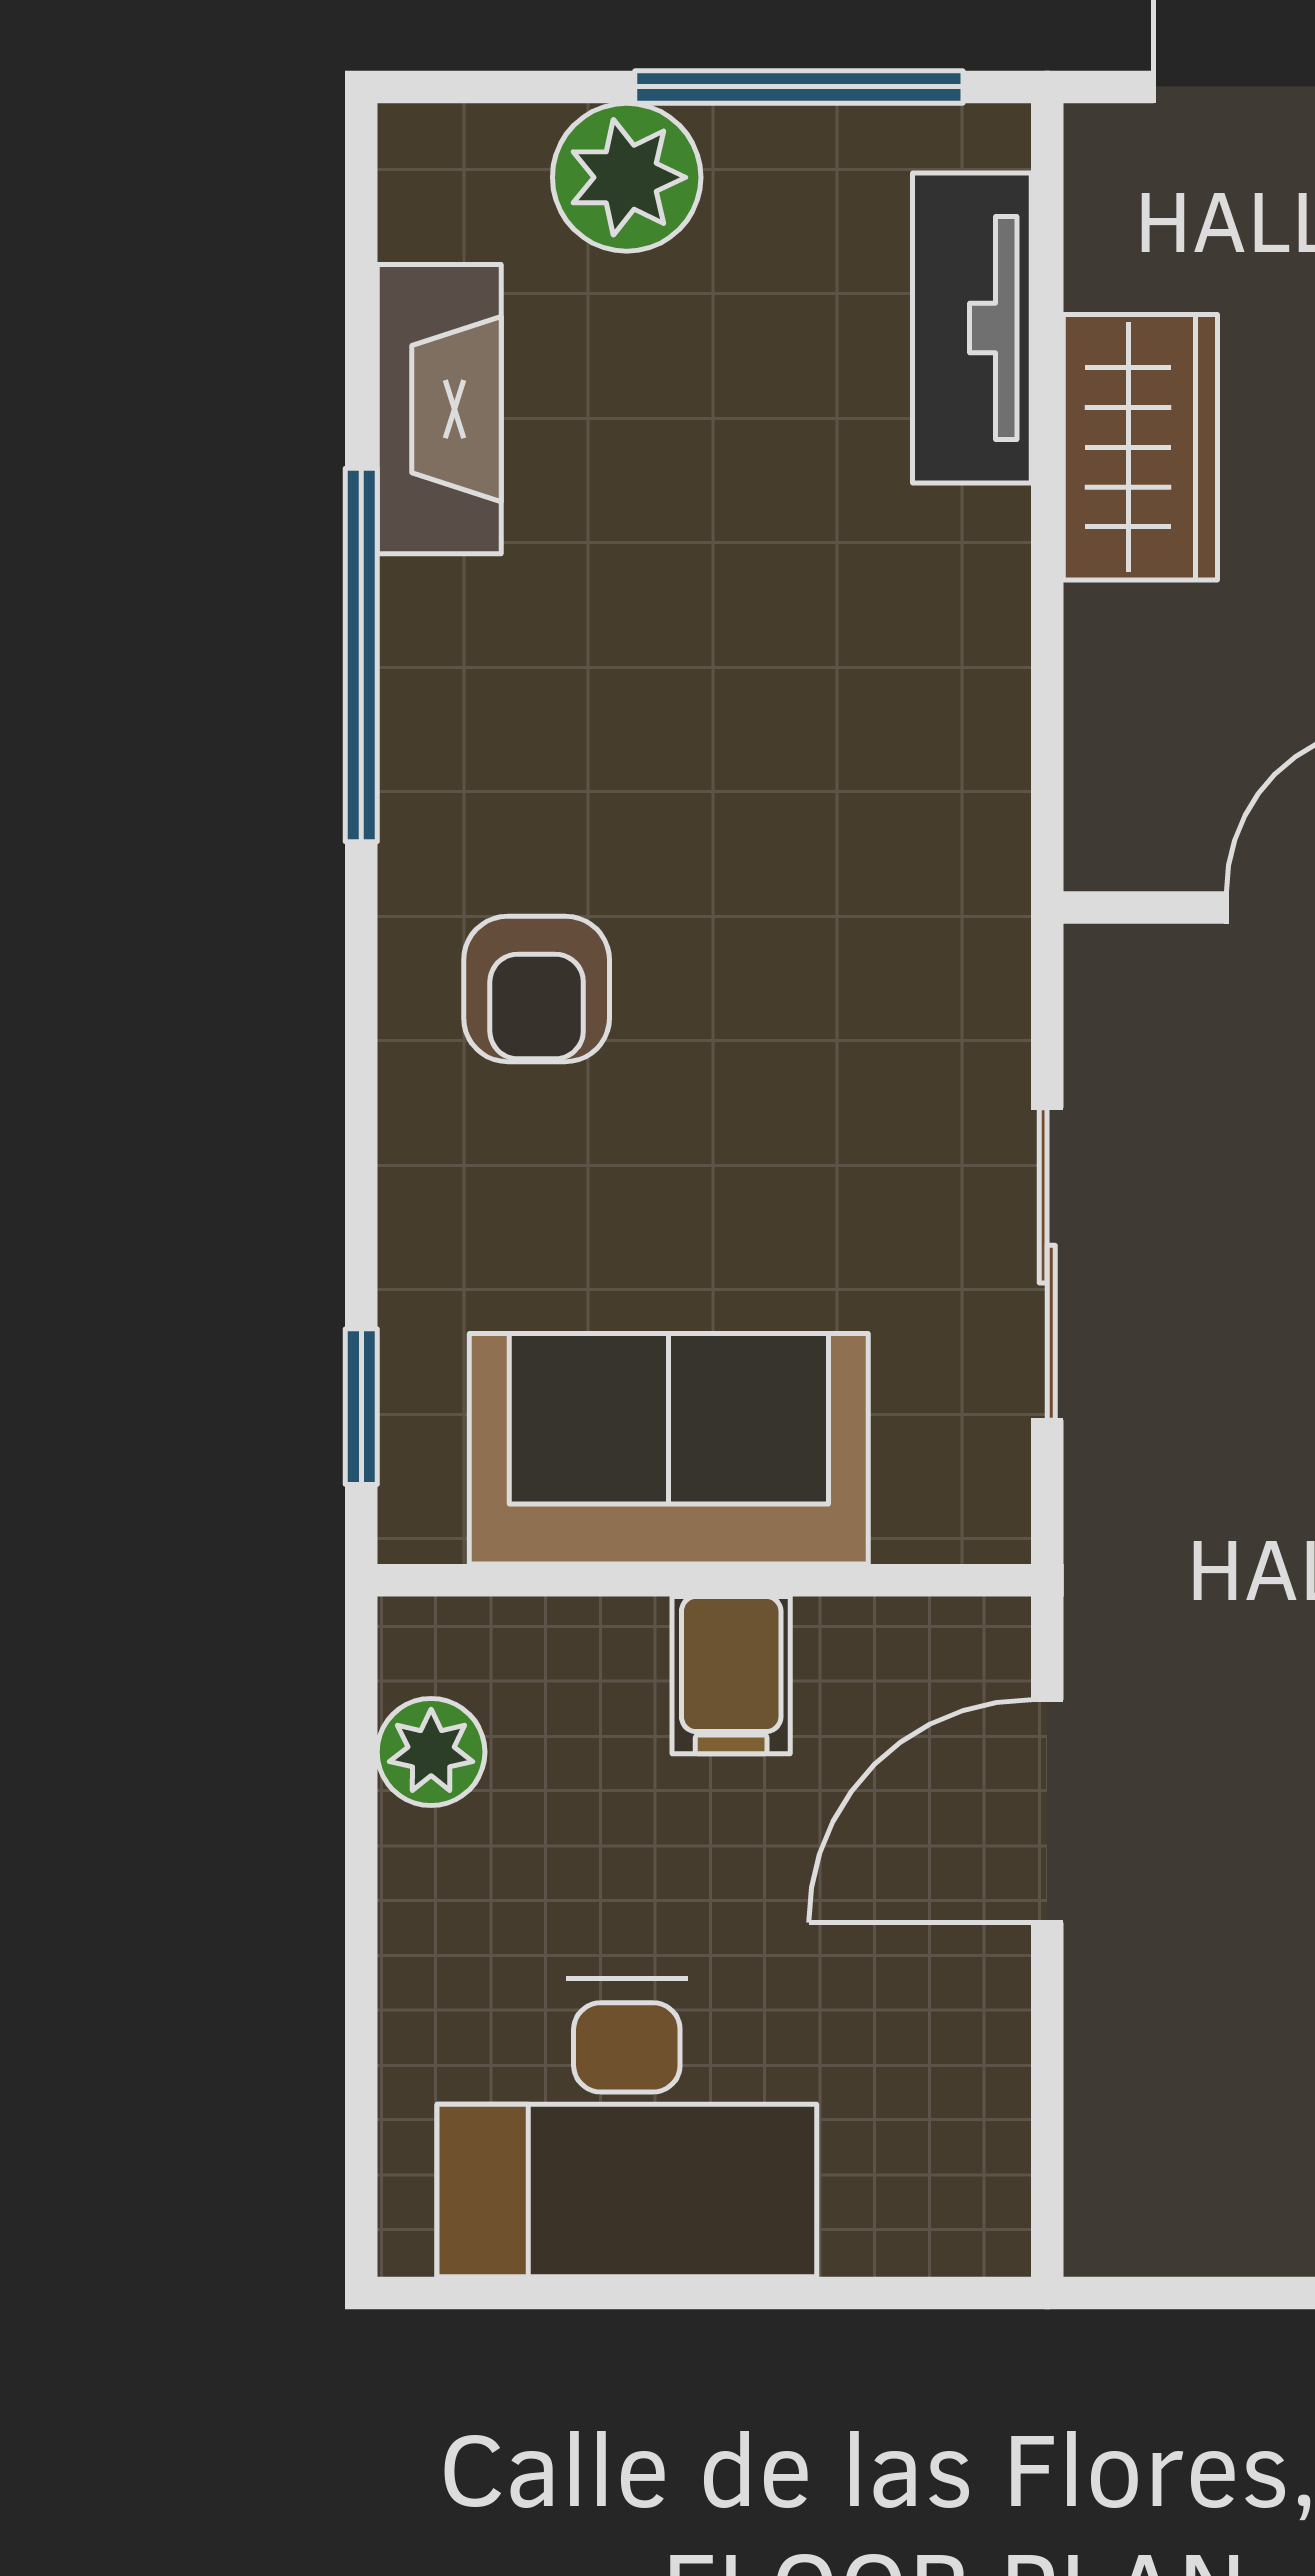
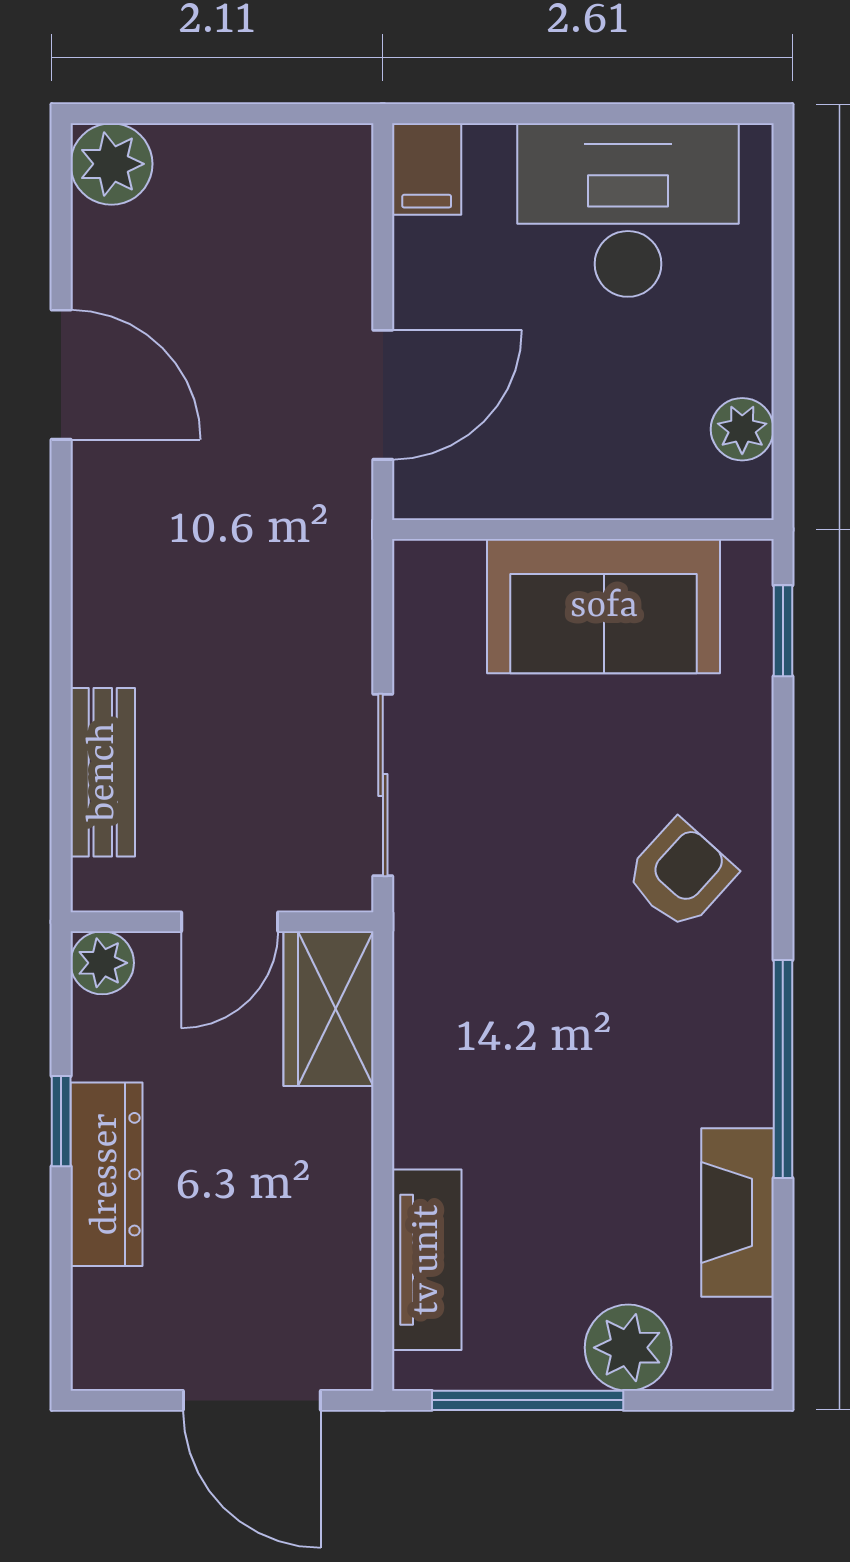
wardrobe: (1140, 447) -> (328, 1009), moved
armchair: (537, 989) -> (681, 874), turned 42
sliding door: (1047, 1264) -> (383, 785), moved
filing cabinet: (731, 1675) -> (427, 169), moved, turned 180

